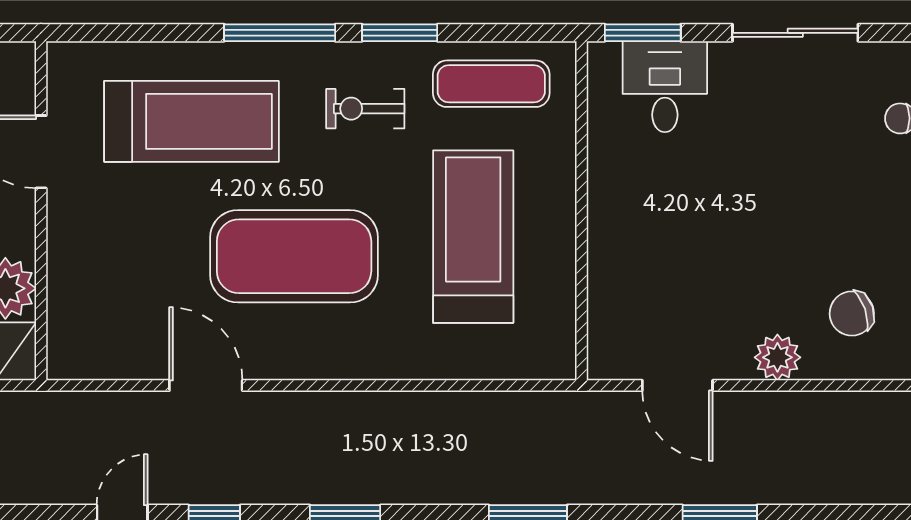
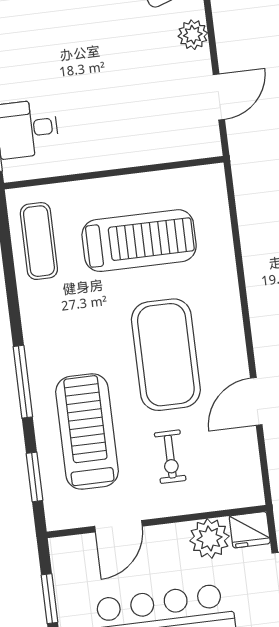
window: (400, 33) -> (35, 477), moved
exercise bike: (365, 109) -> (170, 457), moved
treadmill: (473, 237) -> (139, 241), turned 180

